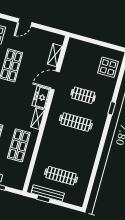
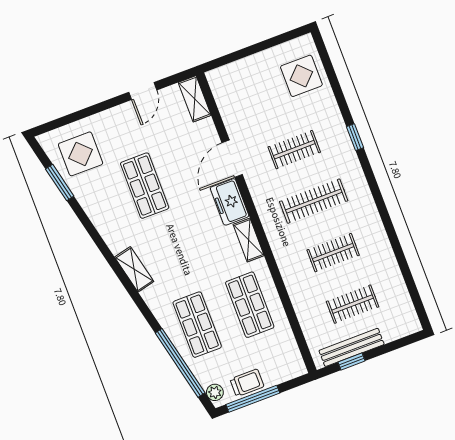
door: (25, 22) -> (143, 91), moved
shelving: (55, 55) -> (195, 99), moved
clothes rail: (68, 149) -> (333, 253), added
clothes rail: (61, 176) -> (353, 304), width x0.73

